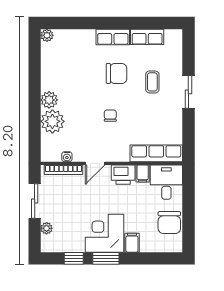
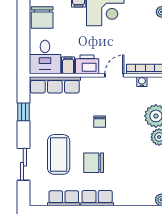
coffee table: (152, 82) -> (59, 154), width x1.86, depth x1.72
sliding door: (188, 92) -> (23, 164), moved
window: (188, 126) -> (23, 112), added
chair: (169, 223) -> (42, 18), turned 180

